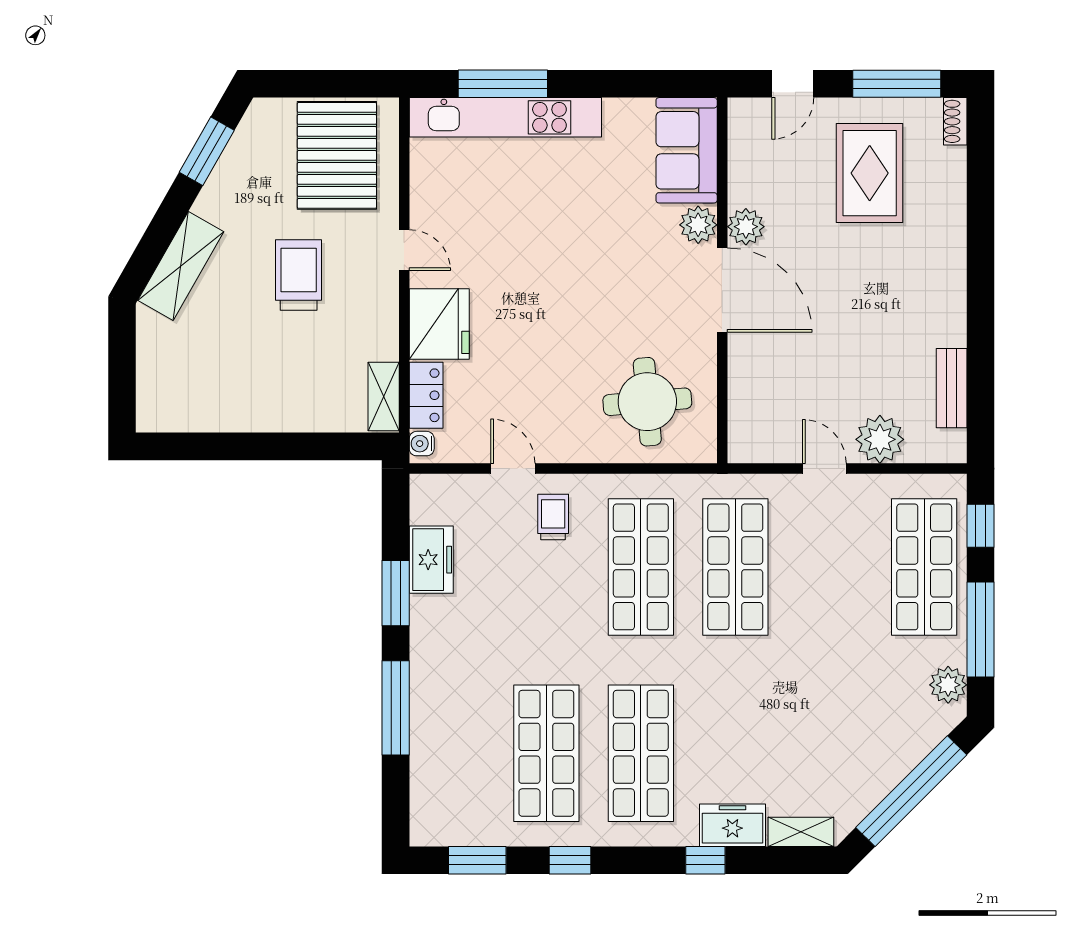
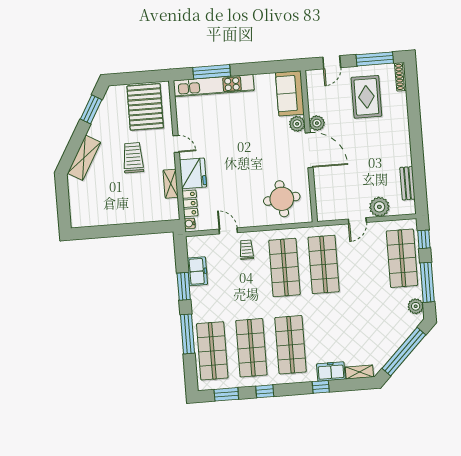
shoe rack: (955, 121) -> (401, 77), width x1.43
shelving: (384, 397) -> (171, 184), moved
door: (824, 469) -> (357, 221), swing flipped
shop shelf: (452, 753) -> (212, 351), added

